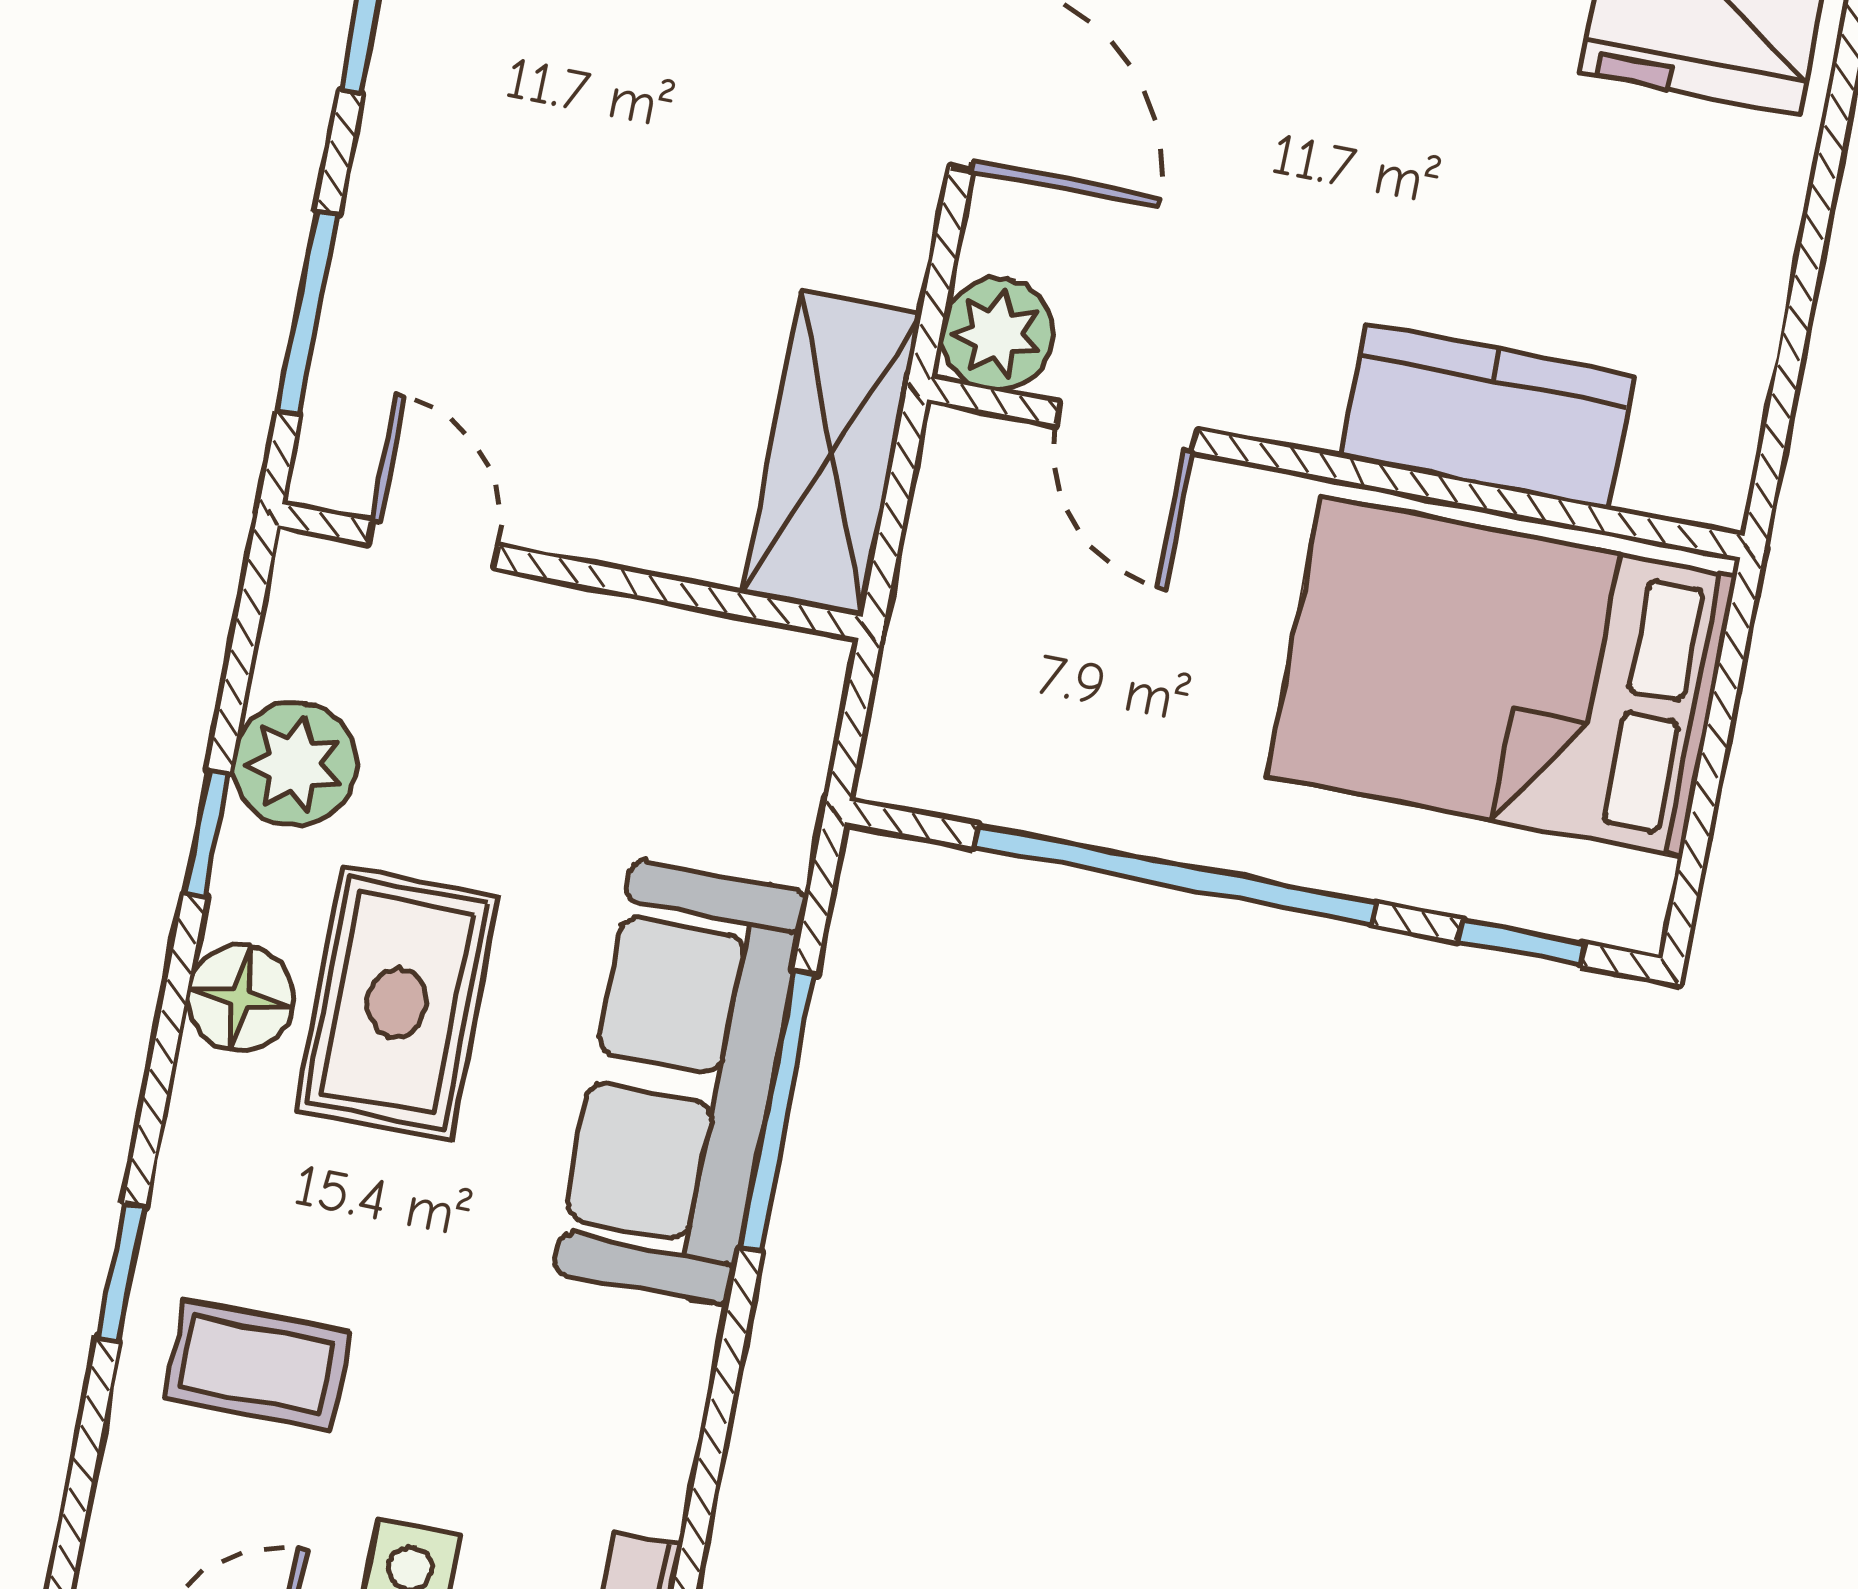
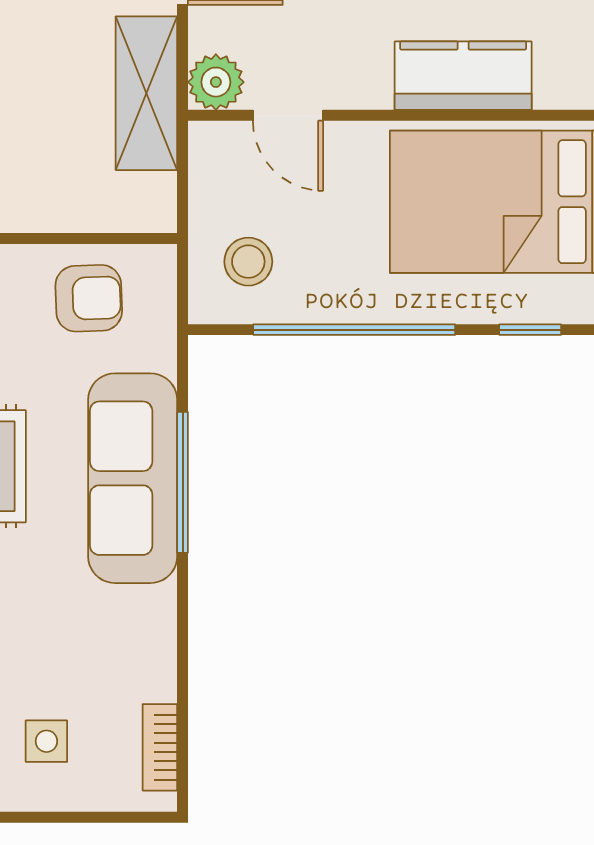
shelving: (832, 454) -> (146, 93), moved
stool: (992, 700) -> (248, 262), added
armchair: (663, 711) -> (89, 298), added

